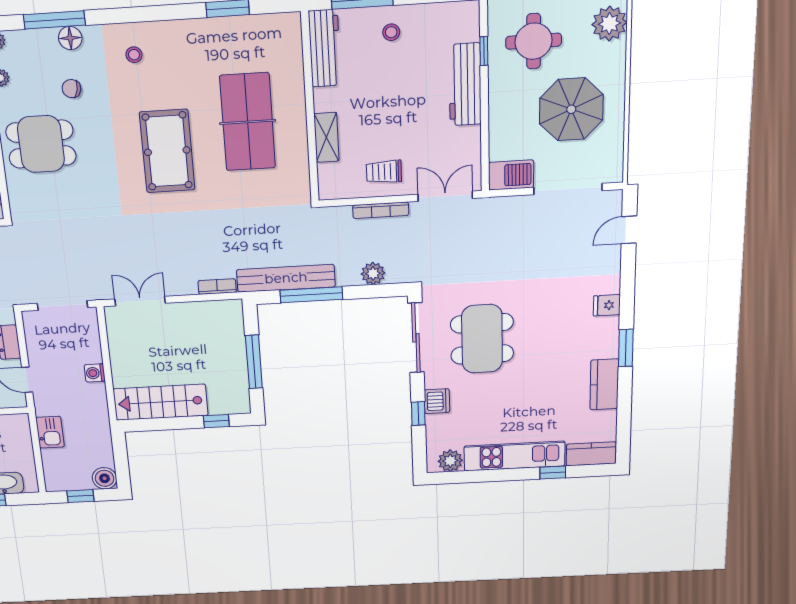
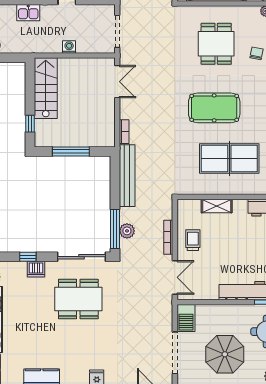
dining table: (41, 144) -> (216, 44), moved
window: (311, 295) -> (115, 229), moved

